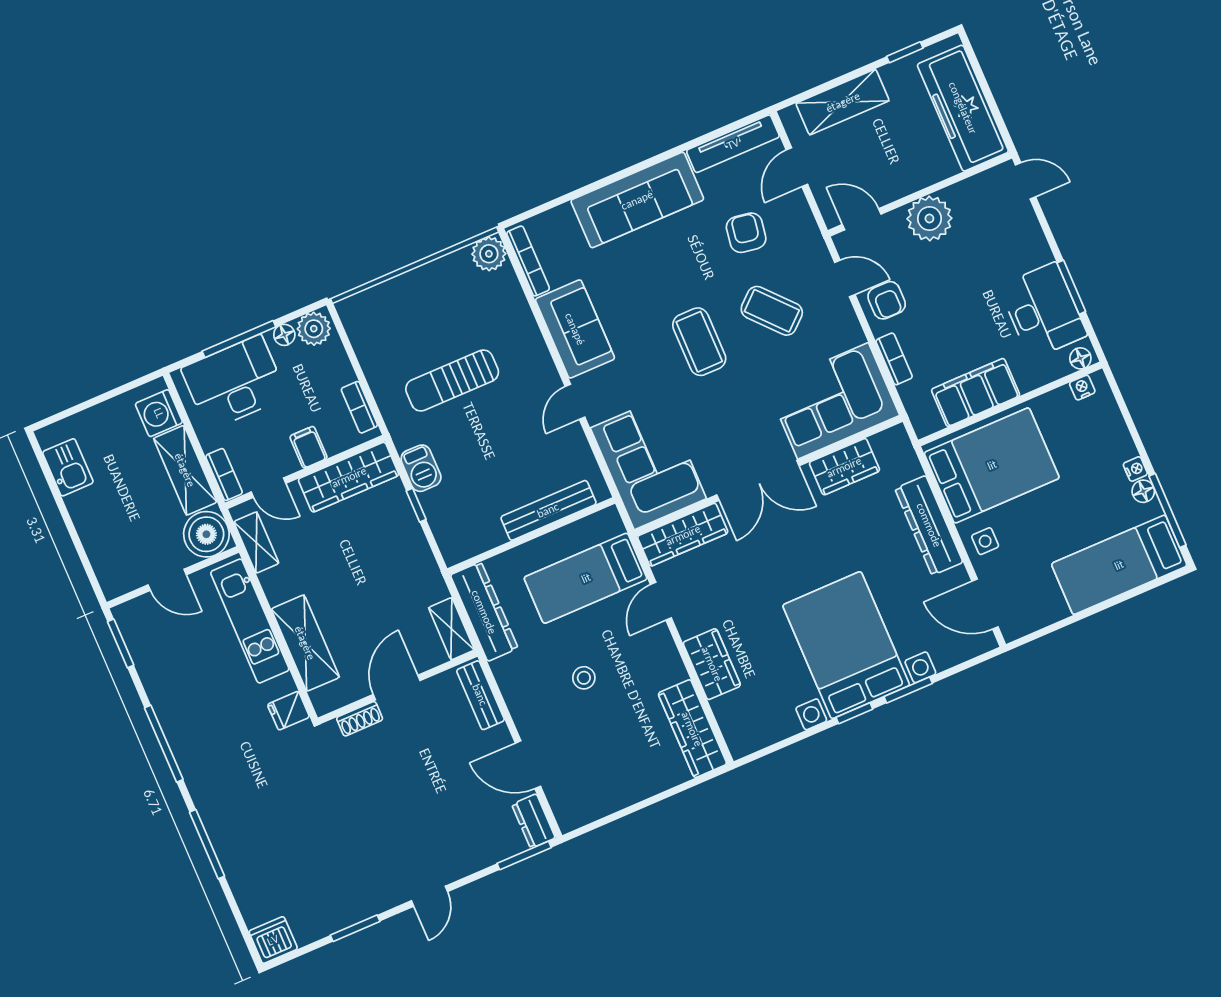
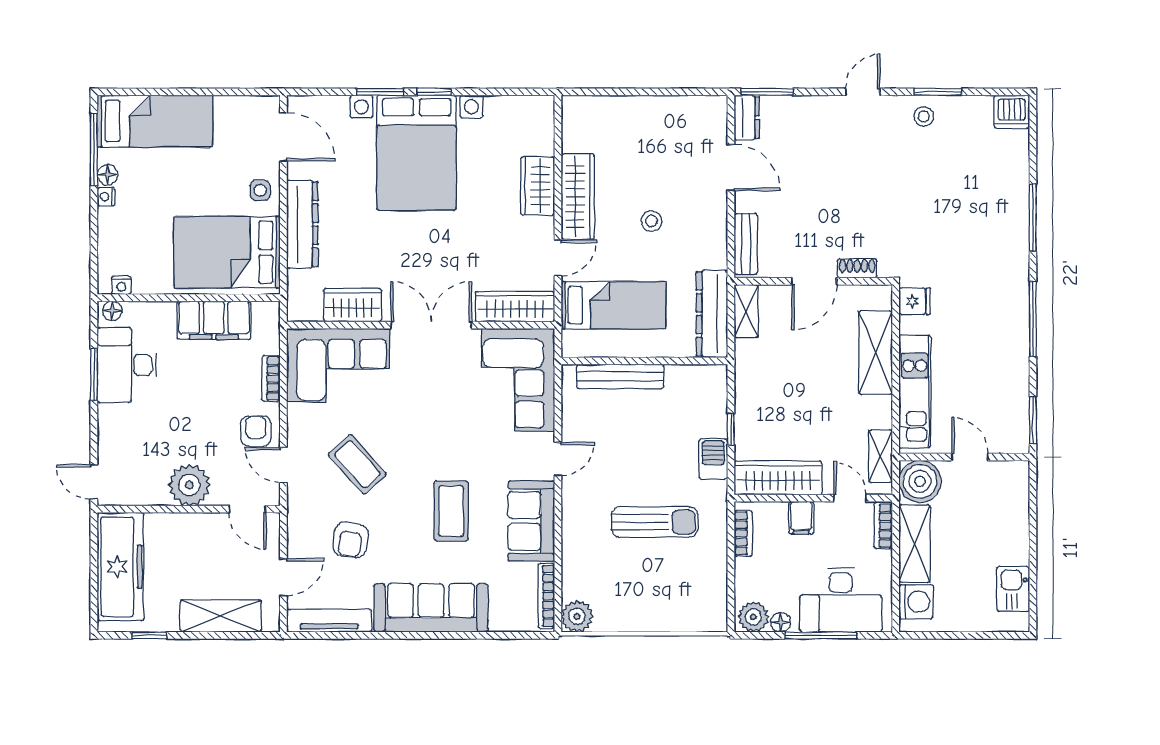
coffee table: (699, 342) -> (451, 511), moved
wardrobe: (692, 729) -> (578, 197), moved
stool: (359, 898) -> (924, 116), added

